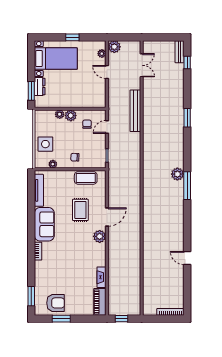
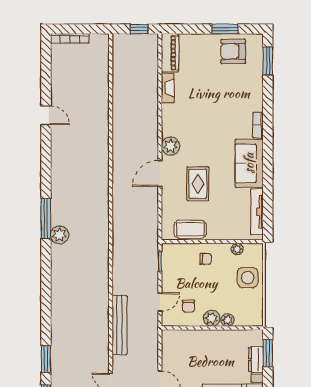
window: (187, 118) -> (46, 359), moved

